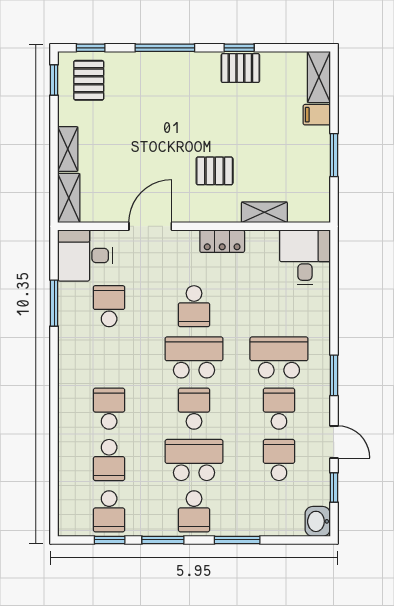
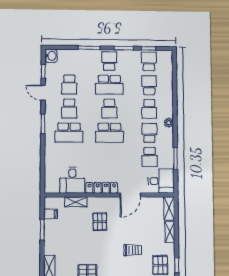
trolley: (146, 112) -> (133, 250), added
filing cabinet: (317, 115) -> (51, 214), moved
pallet: (215, 171) -> (100, 222), turned 90
locker: (222, 241) -> (102, 188), width x1.53
desk: (305, 257) -> (72, 180), moved
school desk: (194, 306) -> (149, 133), moved
plant: (68, 379) -> (169, 123), added

